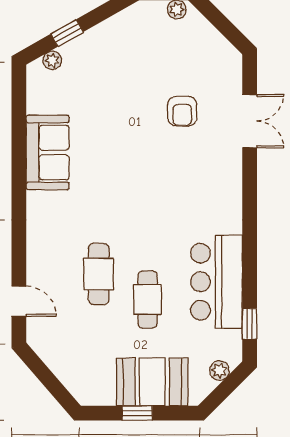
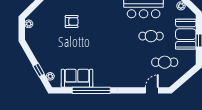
sofa: (48, 153) -> (77, 78), moved
window: (19, 157) -> (91, 90), added
cafe table: (99, 274) -> (165, 62), moved

